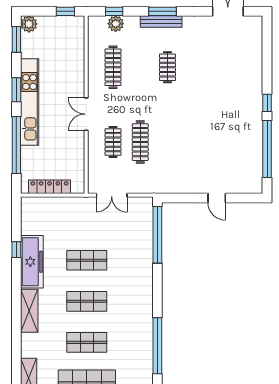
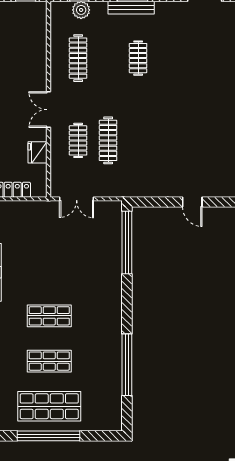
fridge: (76, 153) -> (38, 152), added
shop shelf: (87, 260) -> (49, 271), removed

